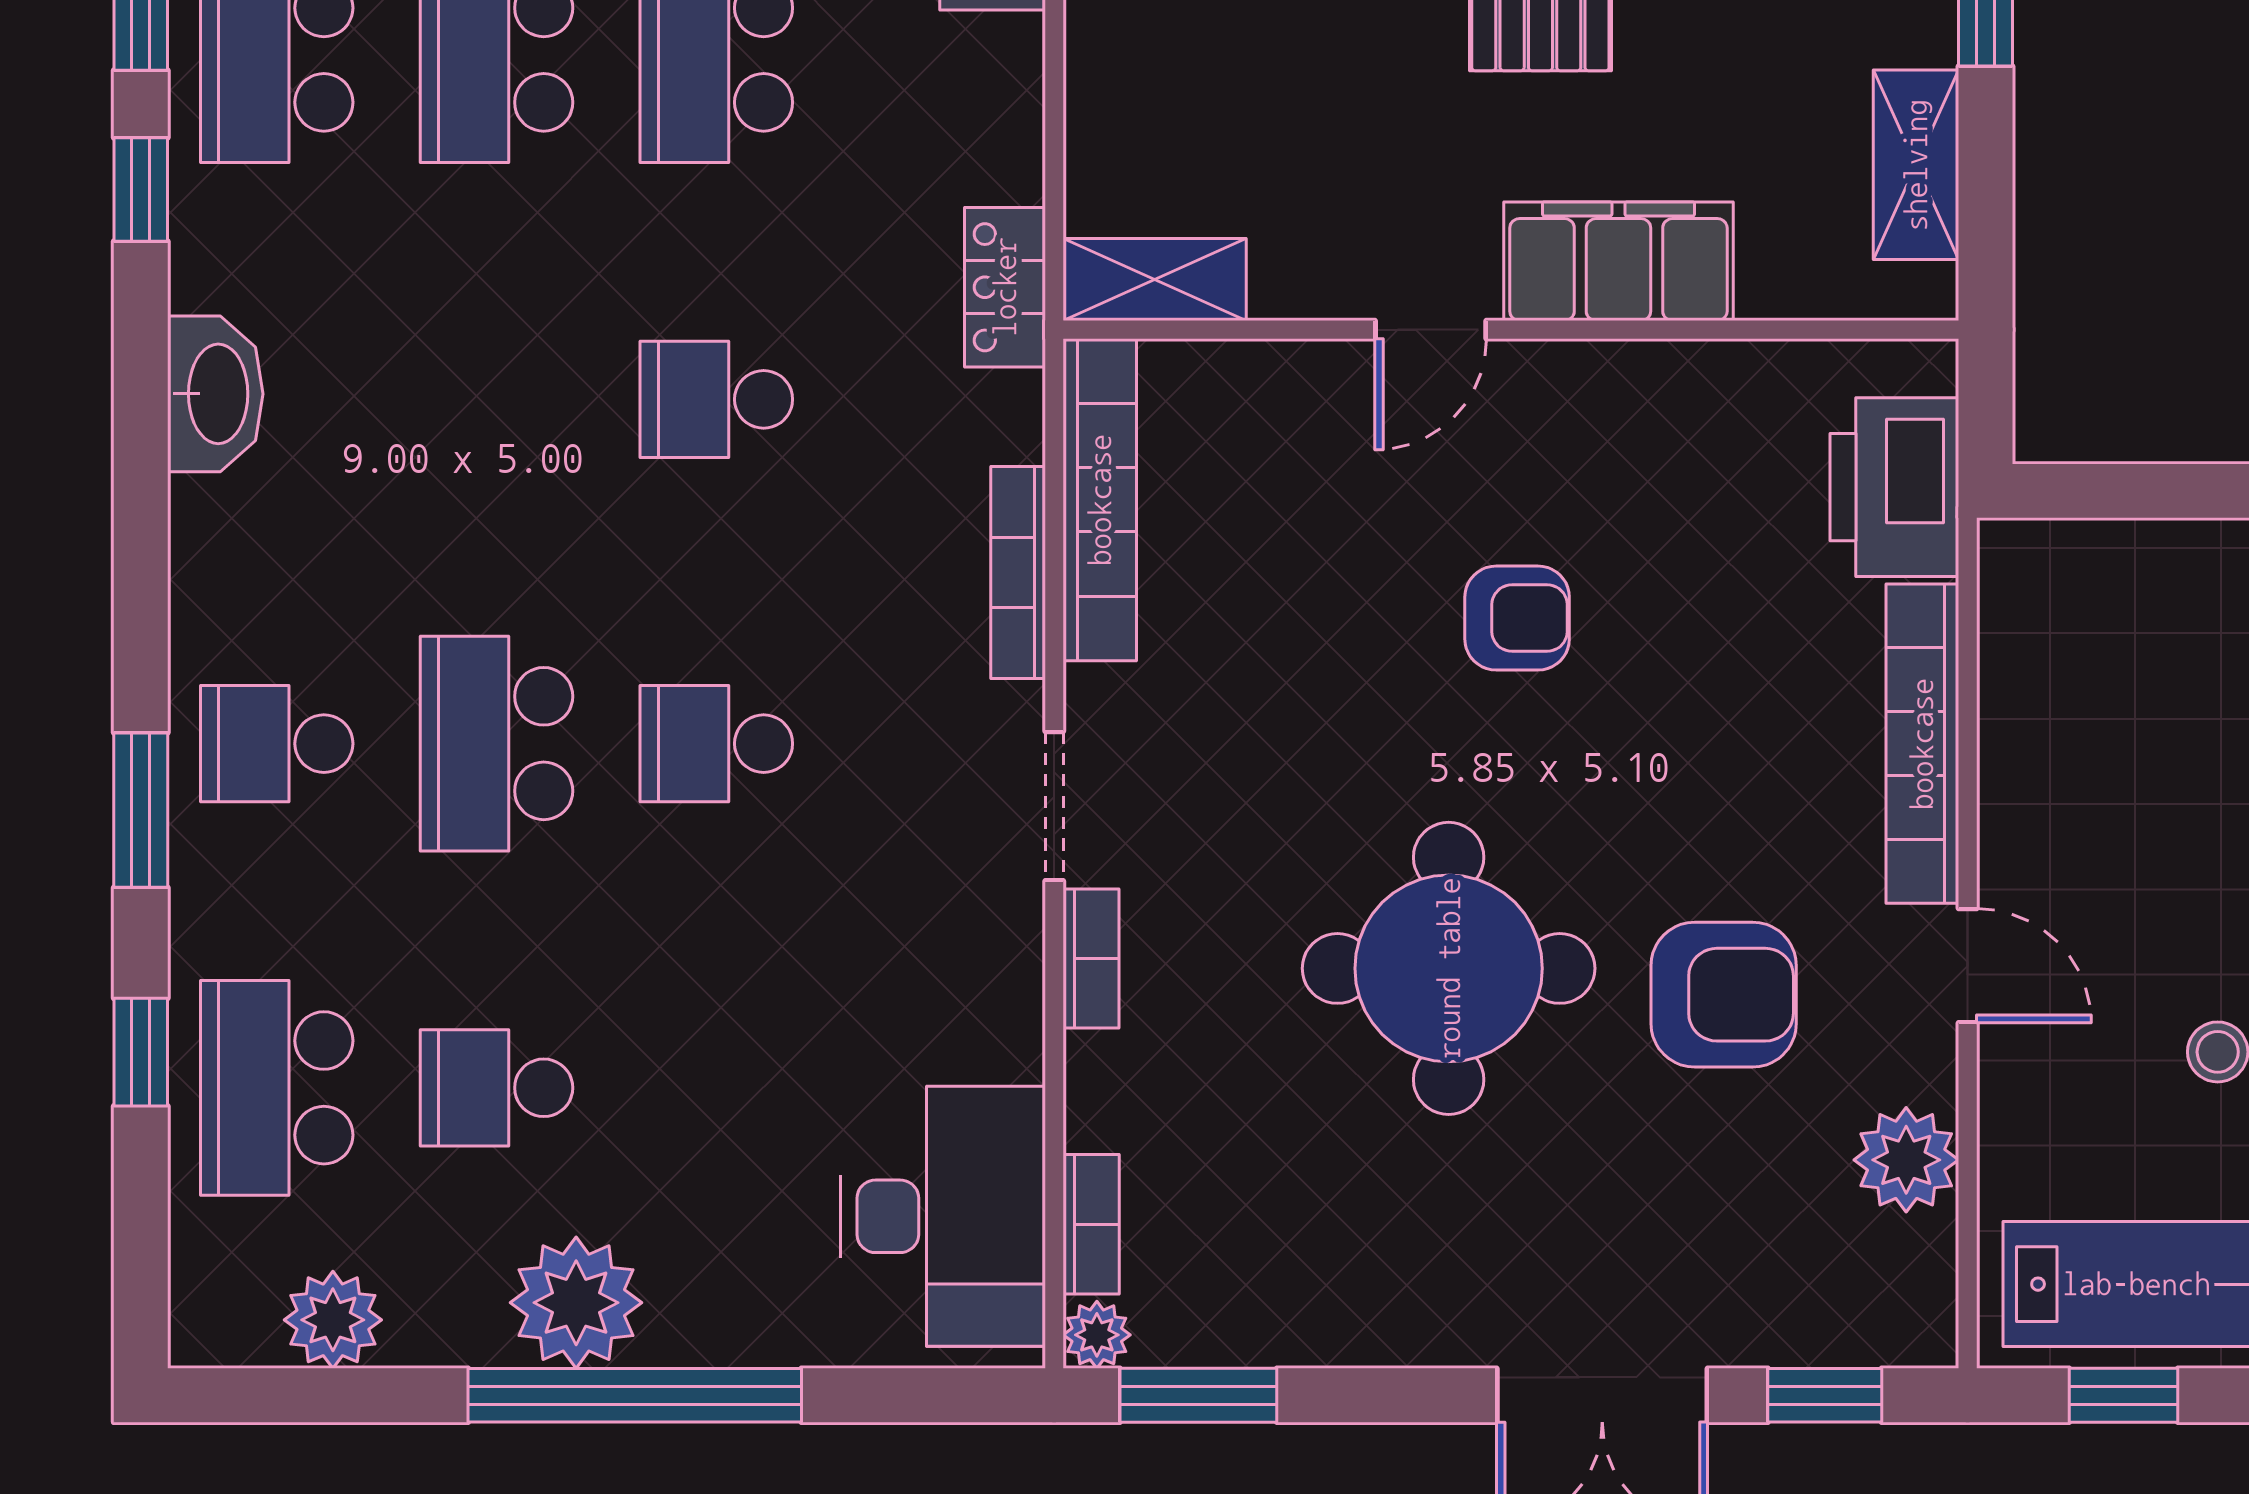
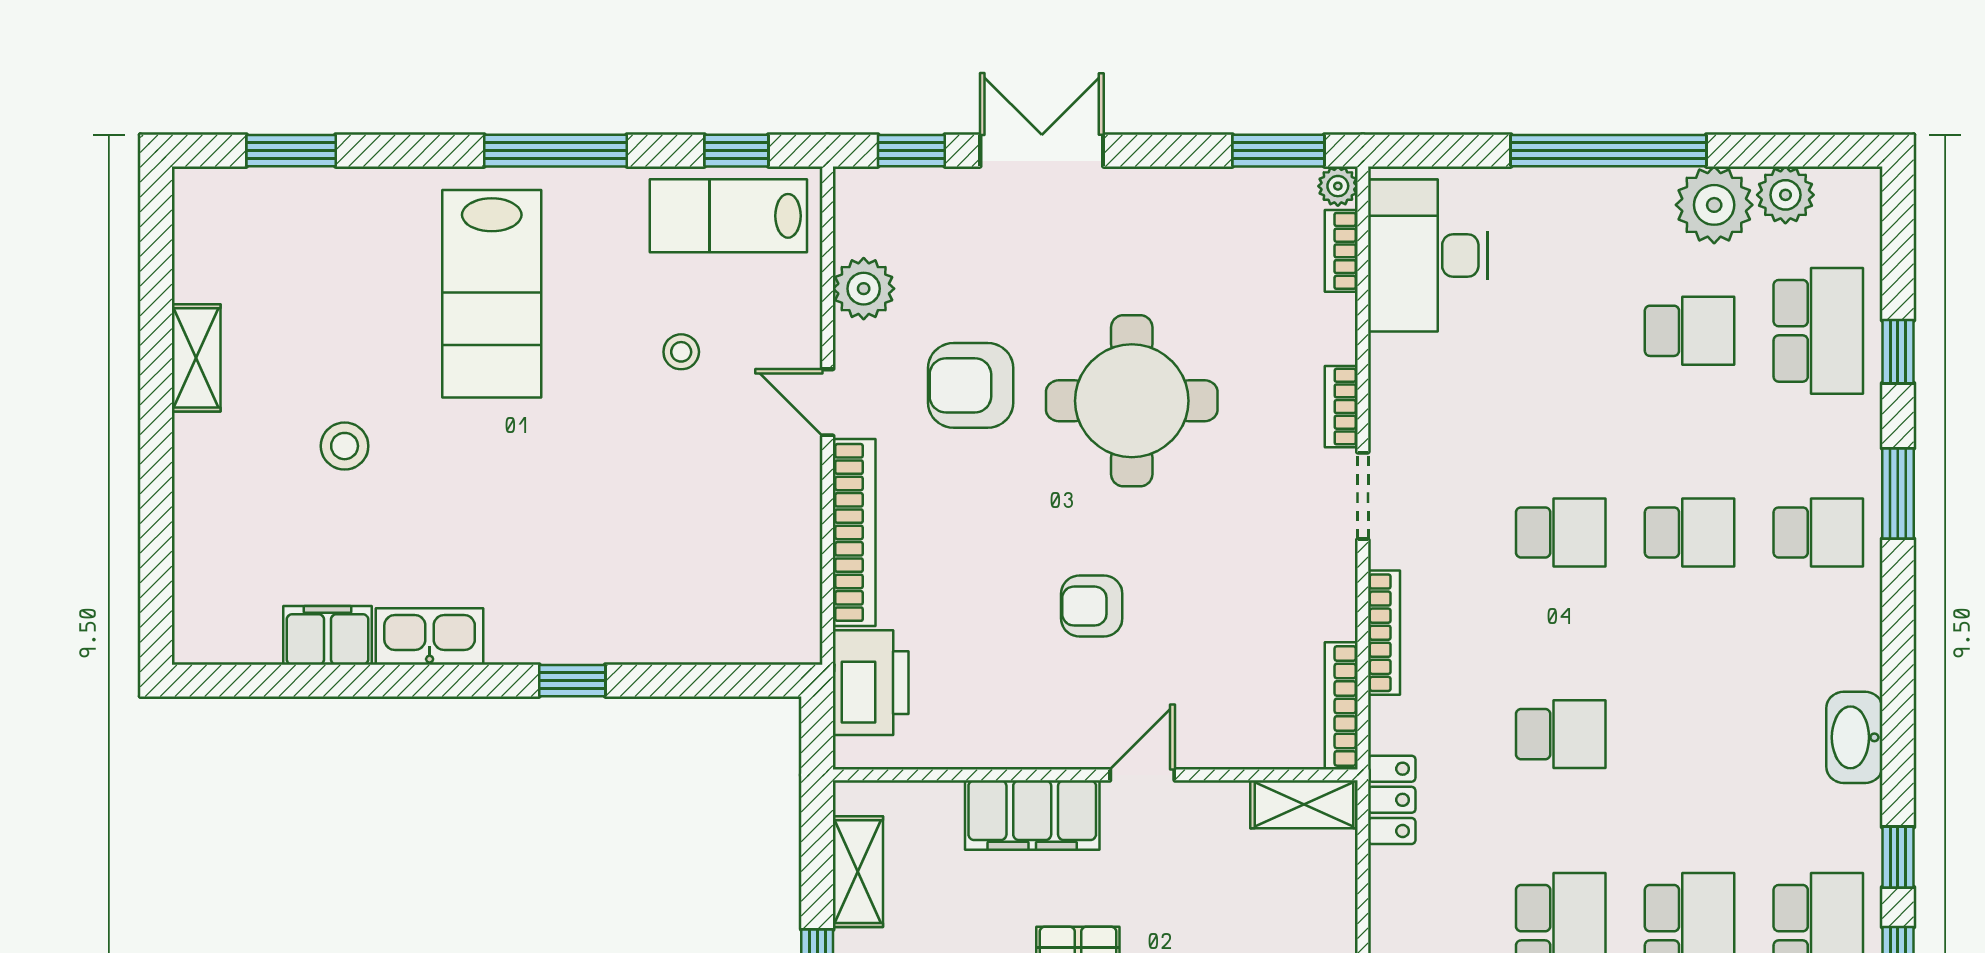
bookcase: (1100, 500) -> (1341, 706), width x0.68, depth x0.76
school desk: (497, 744) -> (1690, 532), width x0.54
plant: (576, 1303) -> (1714, 205), moved

